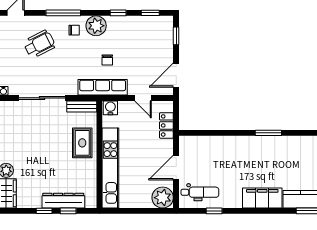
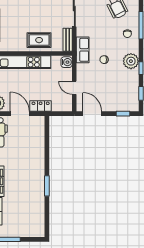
plant: (96, 26) -> (131, 61), moved
row of seats: (103, 87) -> (83, 50), width x0.68
door: (143, 98) -> (74, 88), hinge flipped
locker: (166, 125) -> (41, 106), moved

